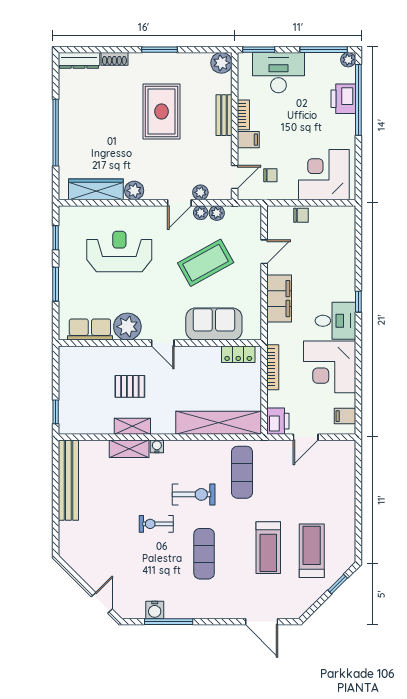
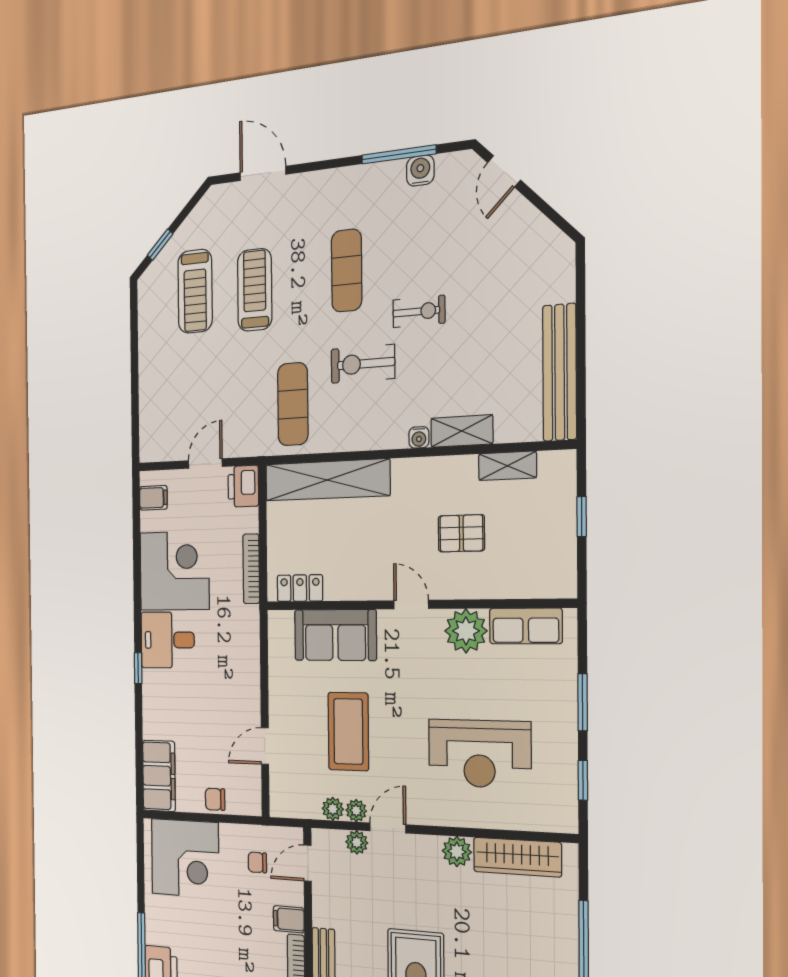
coffee table: (206, 263) -> (348, 731), turned -61
filing cabinet: (279, 299) -> (159, 776), moved, turned 180
window: (56, 412) -> (582, 517), moved
shelving: (132, 426) -> (507, 466), moved

